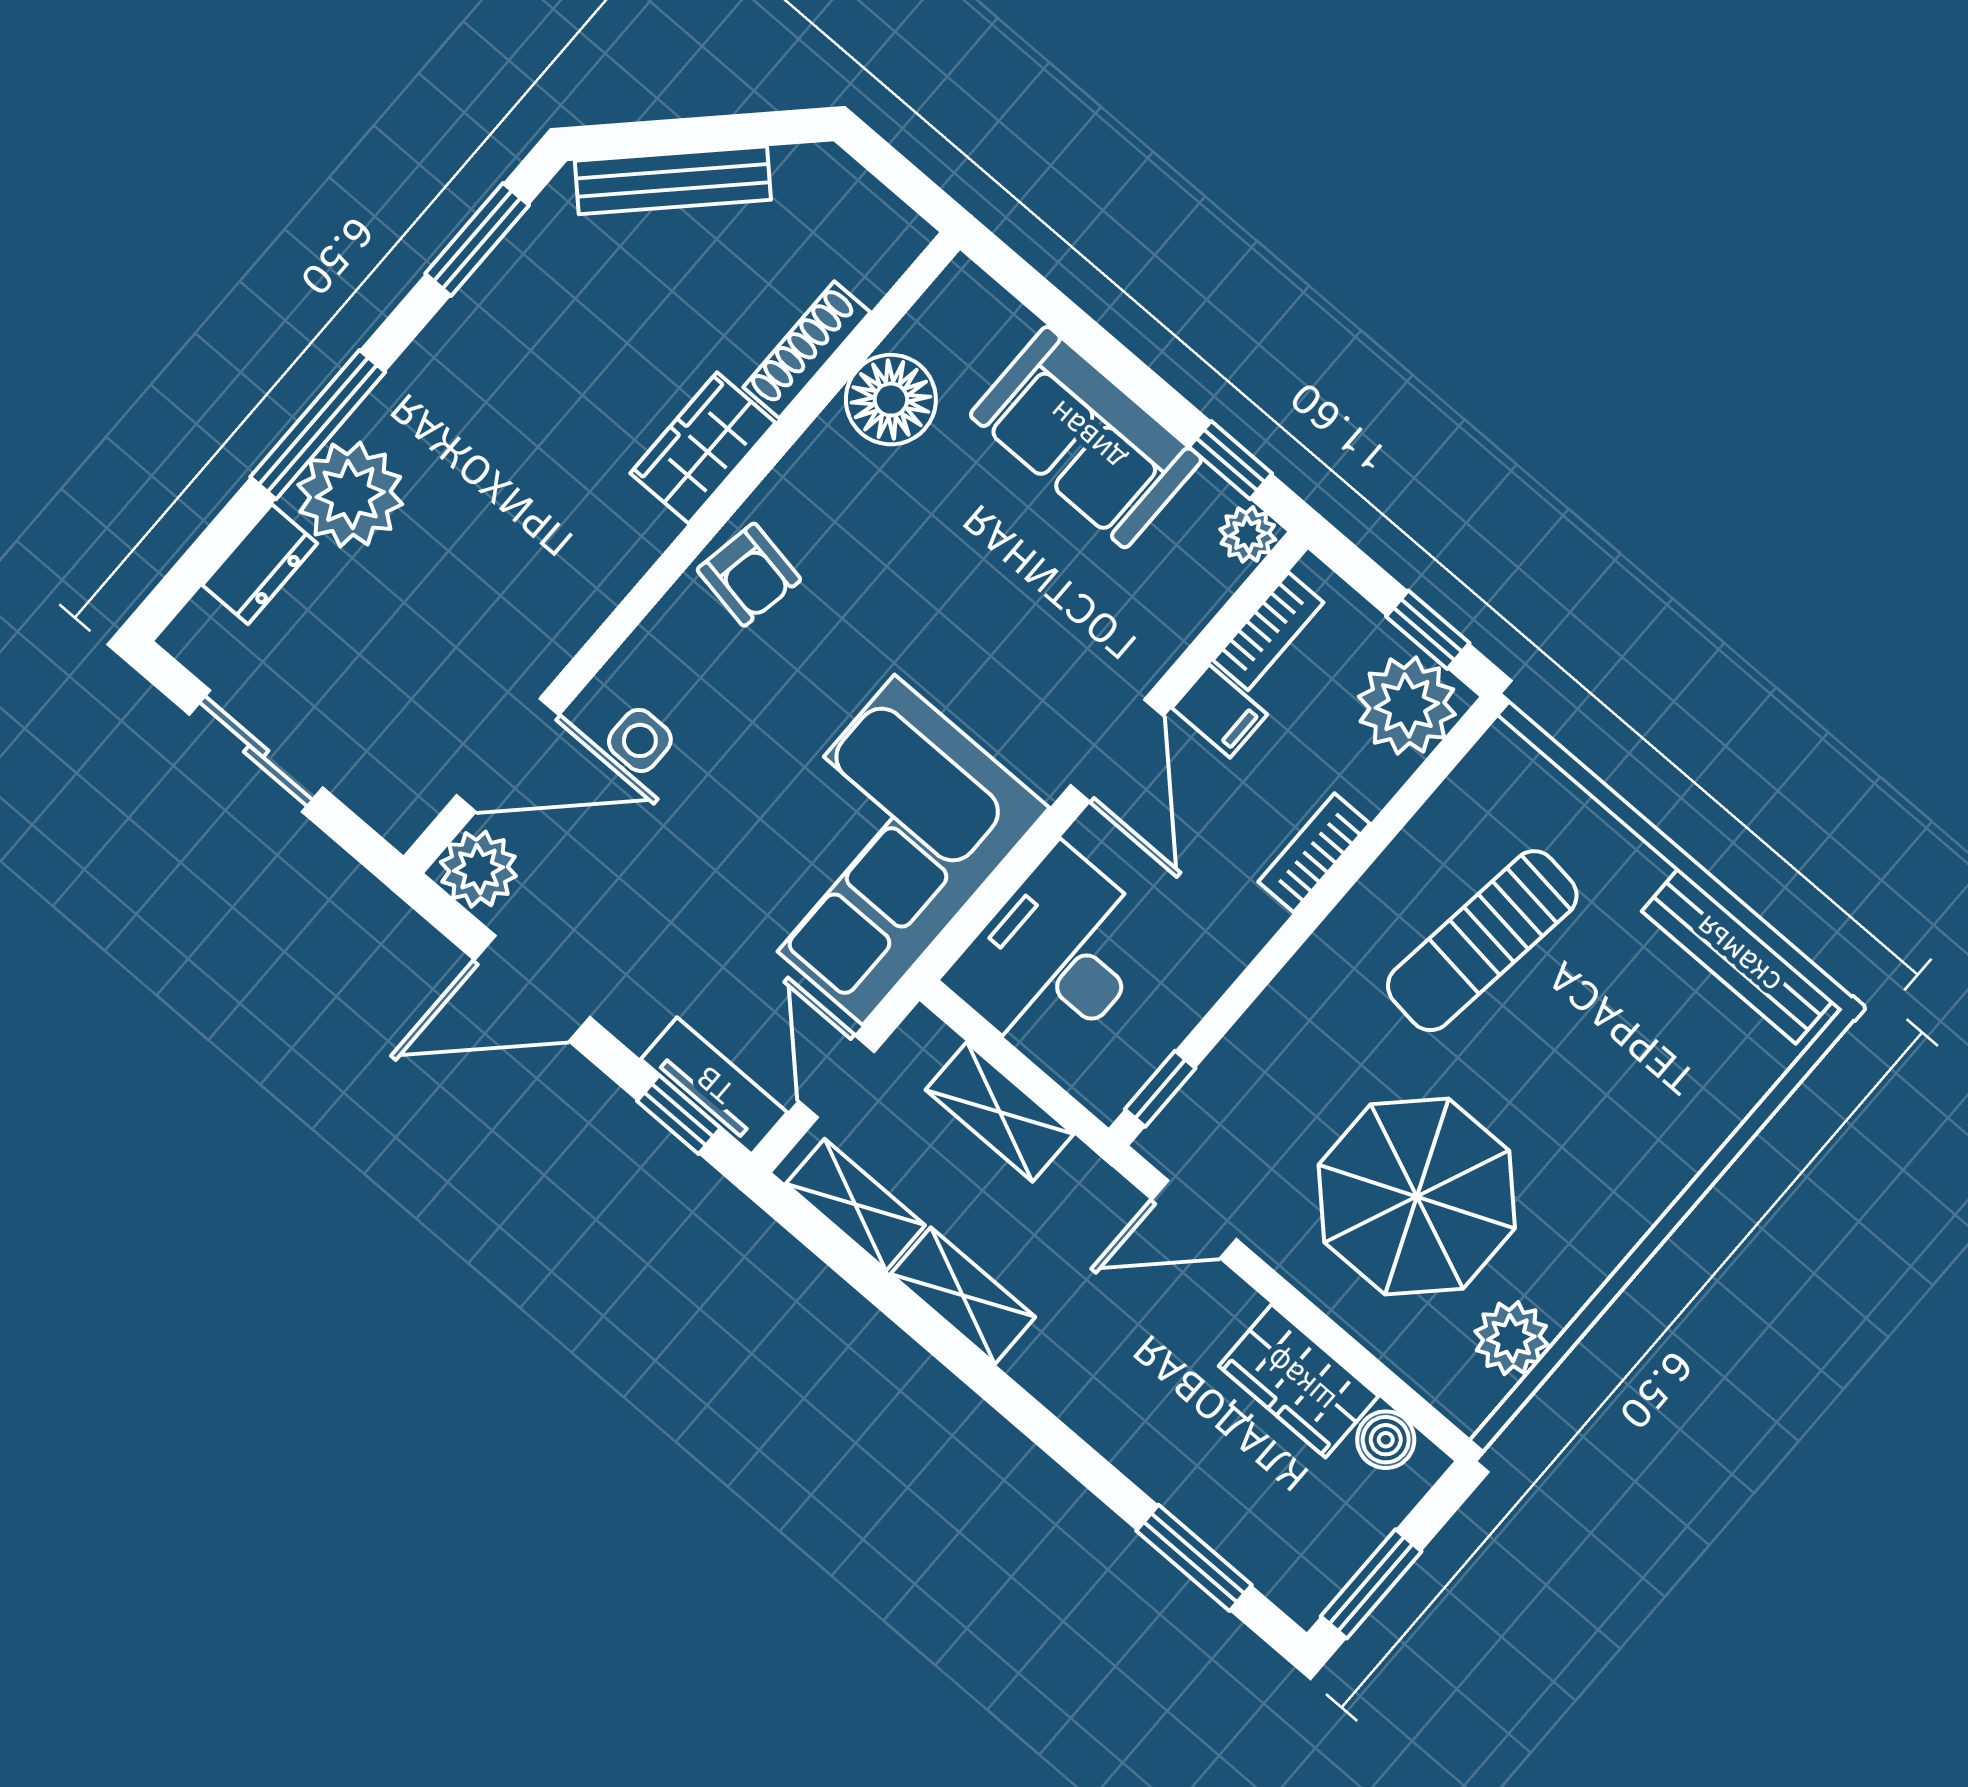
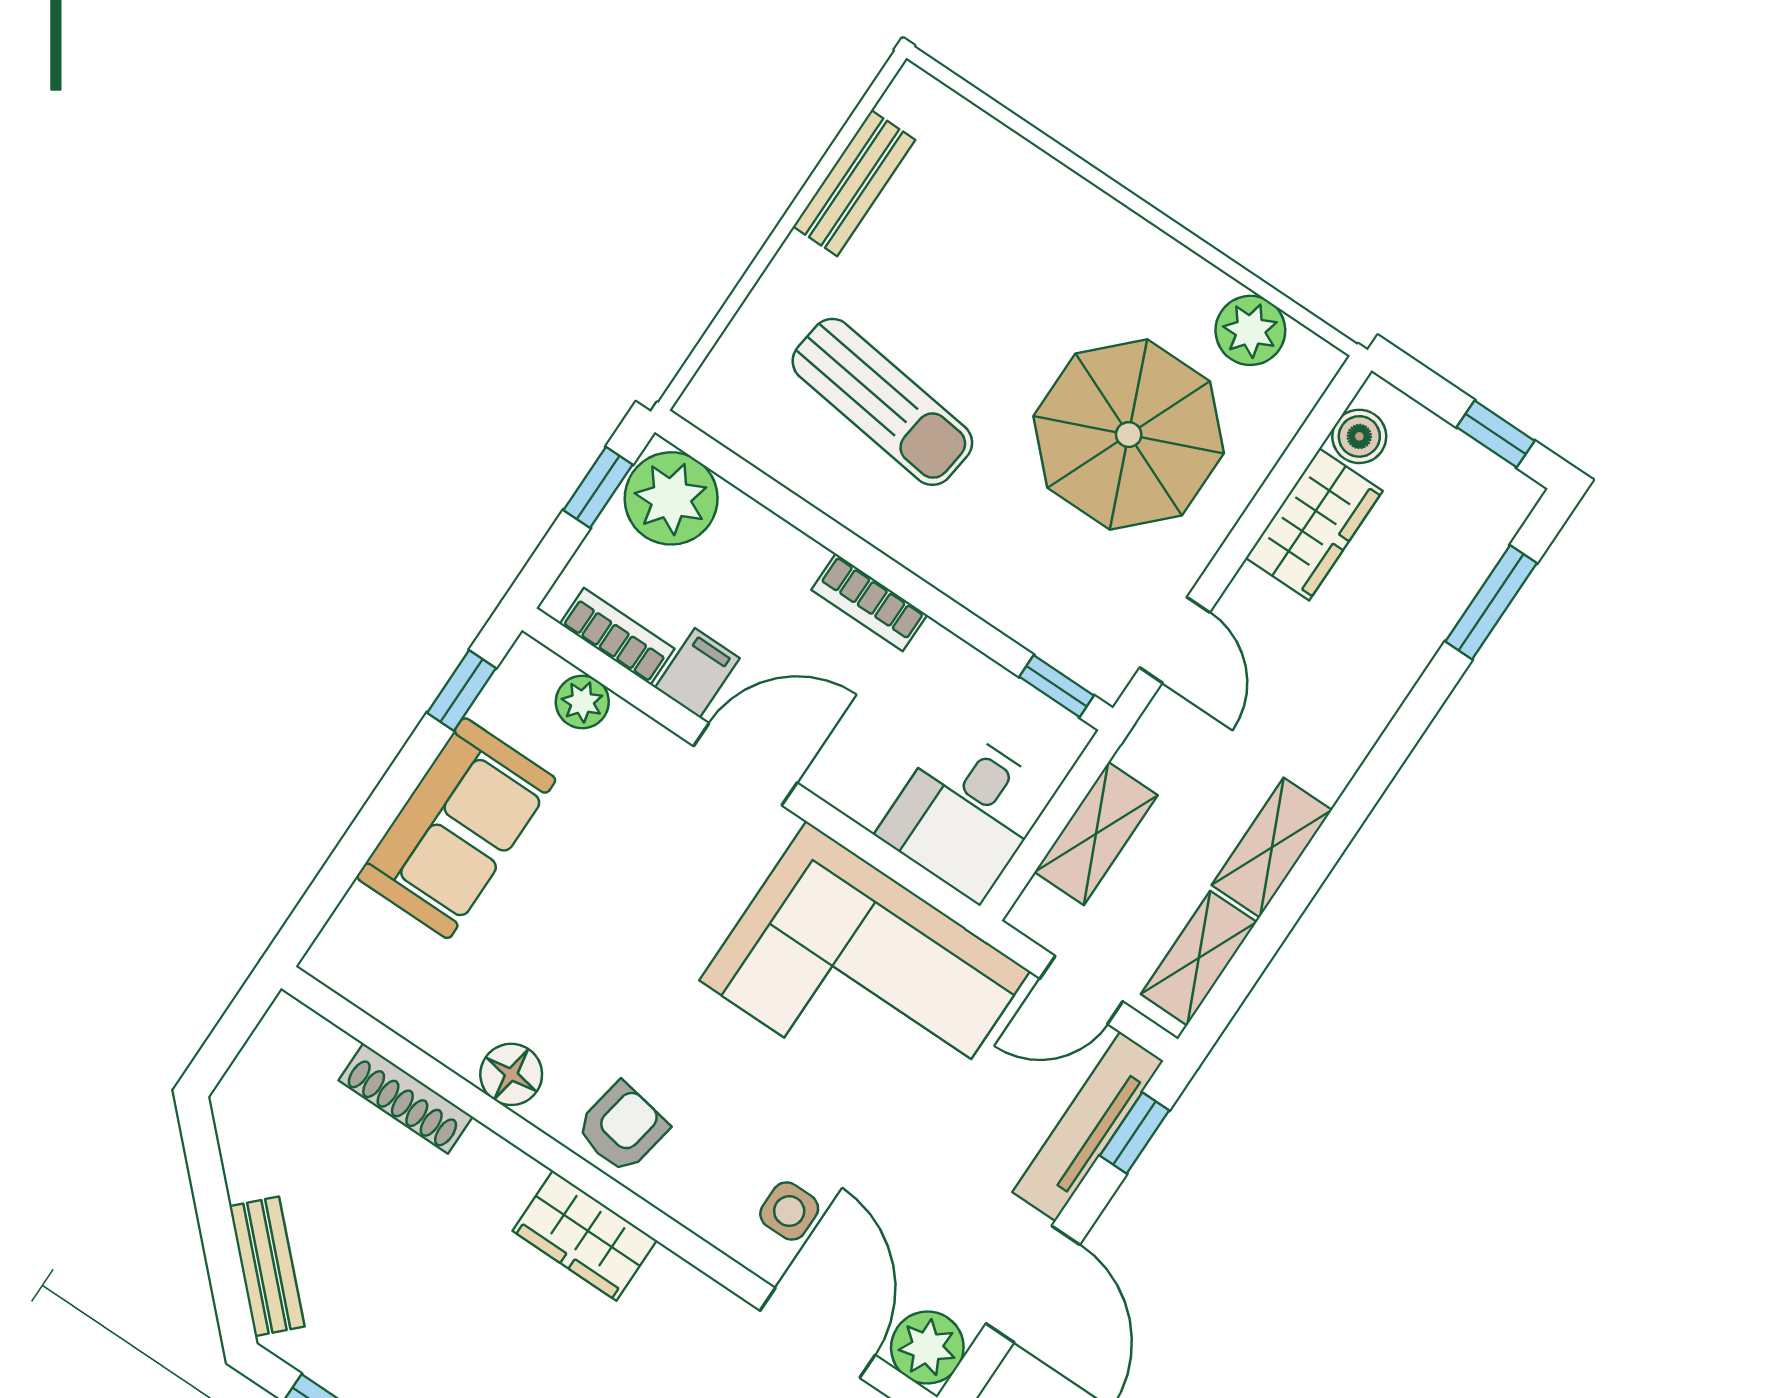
bench: (673, 180) -> (267, 1266), width x0.73
floor lamp: (891, 400) -> (511, 1074), moved, width x0.73, depth x0.73
wardrobe: (703, 448) -> (585, 1236), moved
plant: (1248, 534) -> (582, 702), moved
bookcase: (1314, 853) -> (869, 602), moved
bench: (1737, 956) -> (854, 183), width x0.73
desk: (1054, 957) -> (965, 813), width x0.73
tv unit: (714, 1086) -> (1088, 1126), width x1.41
window: (1371, 1584) -> (1496, 434), width x0.67

